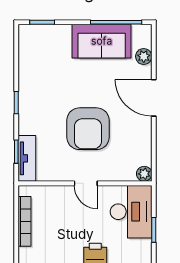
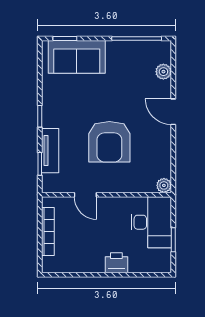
sofa: (102, 41) -> (77, 57), moved
door: (154, 98) -> (173, 112), width x0.73
tv unit: (27, 158) -> (50, 151), moved
door: (86, 183) -> (85, 195), moved

